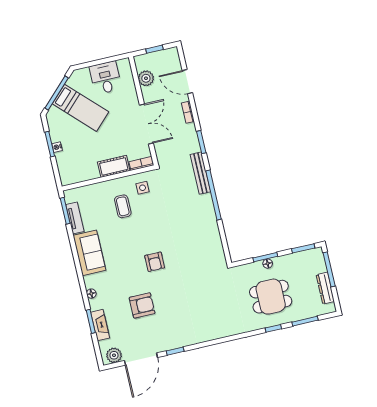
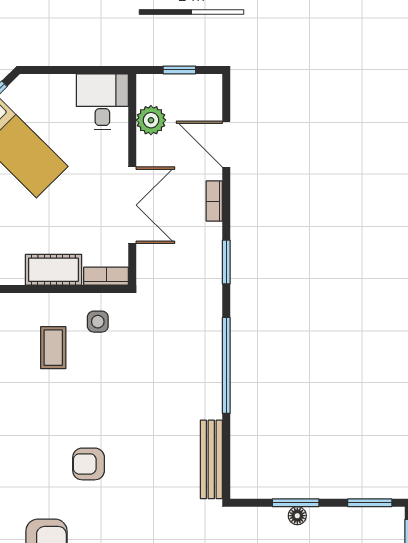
desk: (105, 78) -> (102, 102), moved
bench: (200, 173) -> (211, 459), moved
armchair: (155, 262) -> (89, 464), turned 90

